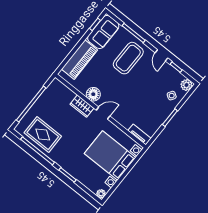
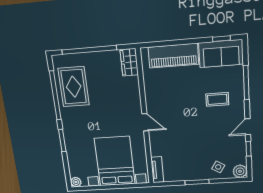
coffee table: (128, 58) -> (217, 99), width x0.54, depth x0.58
floor lamp: (93, 94) -> (154, 98), removed
wardrobe: (82, 106) -> (129, 62), moved

